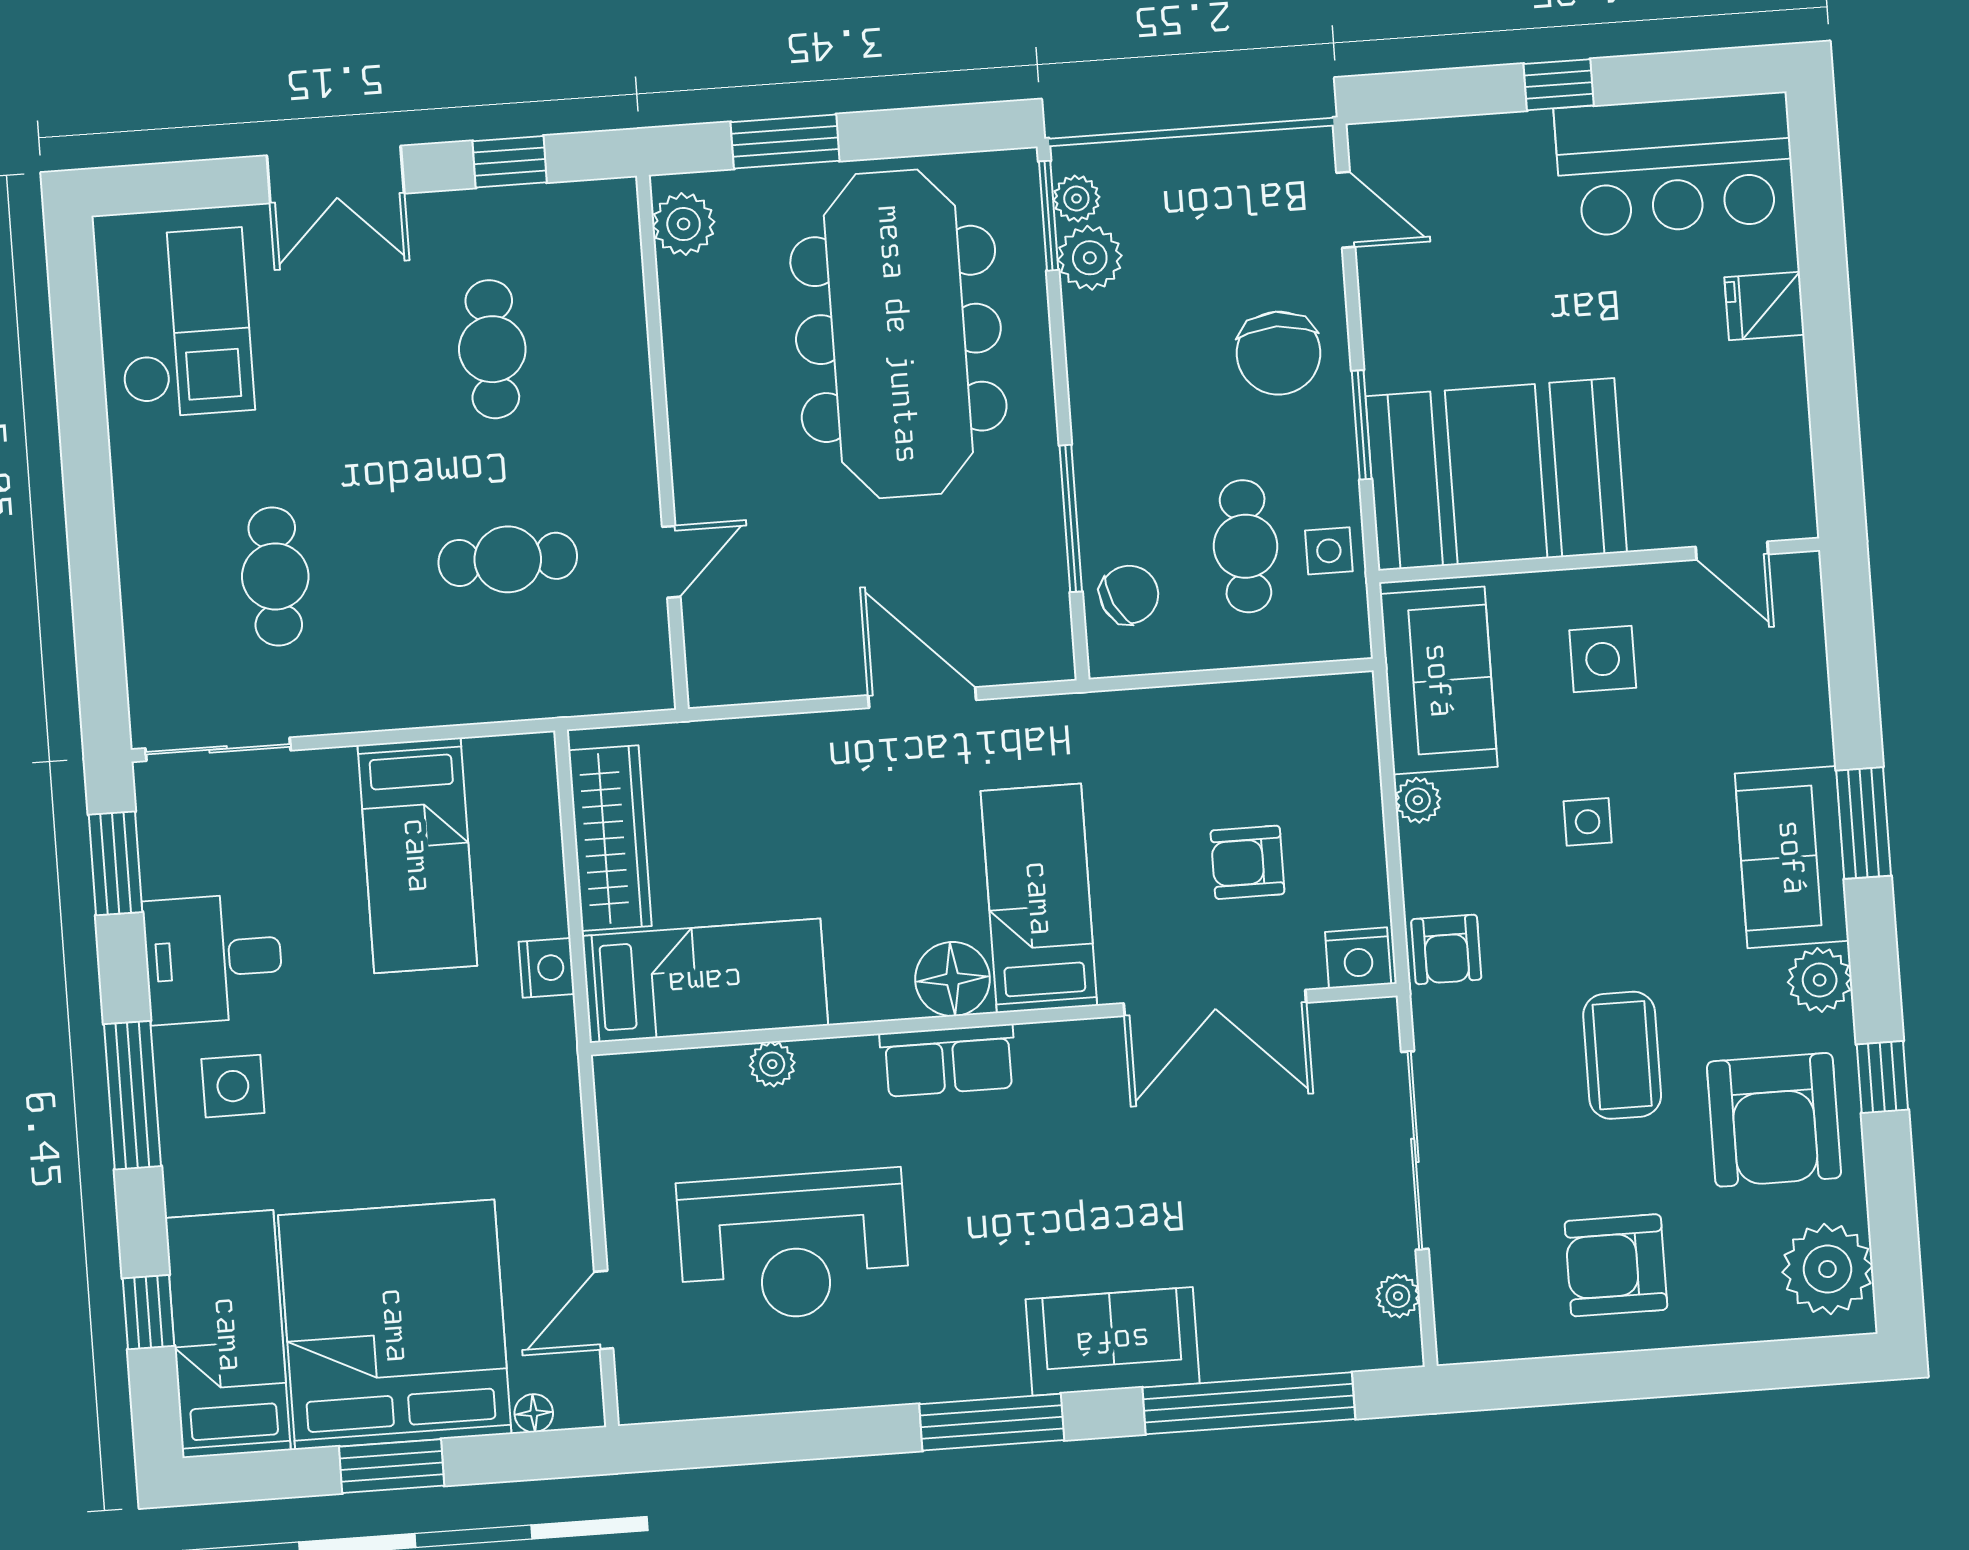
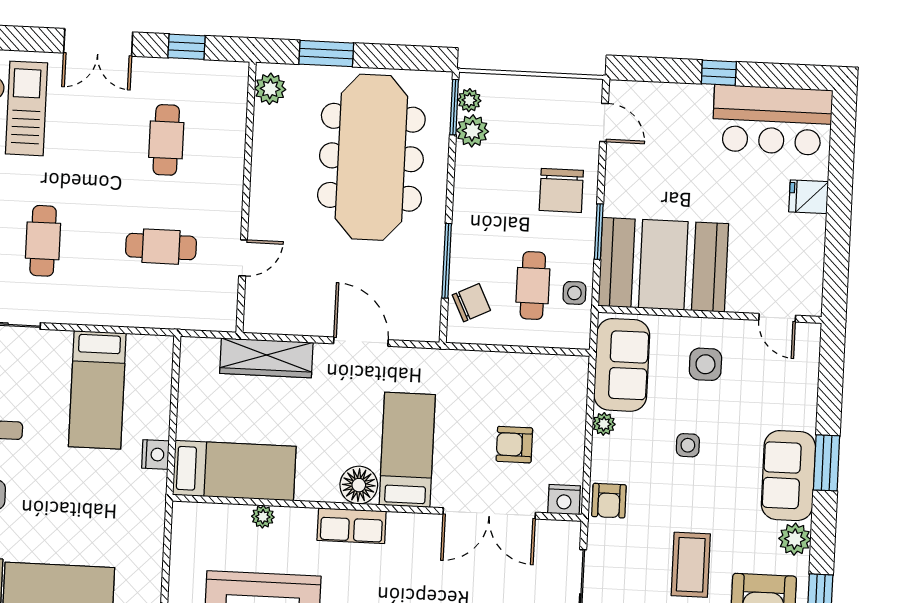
wardrobe: (610, 838) -> (266, 358), moved, turned 90

